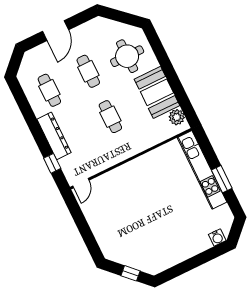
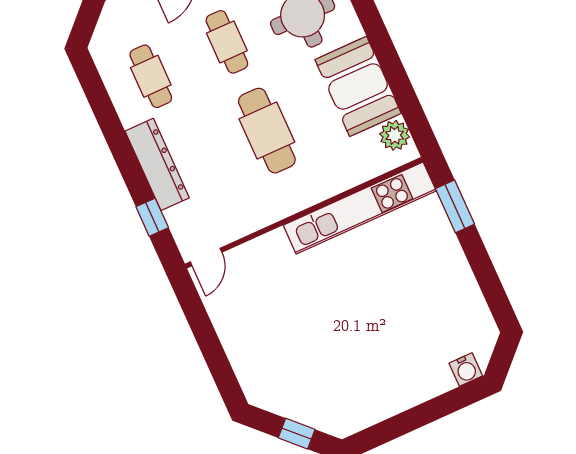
cafe table: (110, 117) -> (267, 131), width x1.37, depth x1.35
kitchen unit: (202, 170) -> (360, 208), moved, turned -90
window: (222, 179) -> (455, 206), moved

